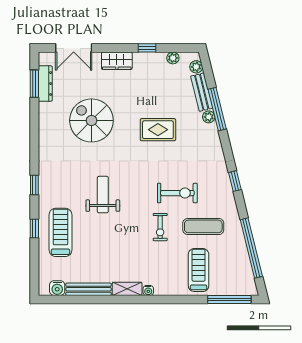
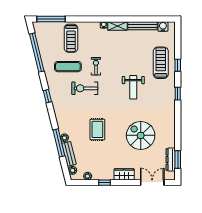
spiral stairs: (91, 120) -> (141, 135), turned 180
rug: (158, 130) -> (97, 129), turned 90
treadmill: (60, 232) -> (161, 63), turned 180

